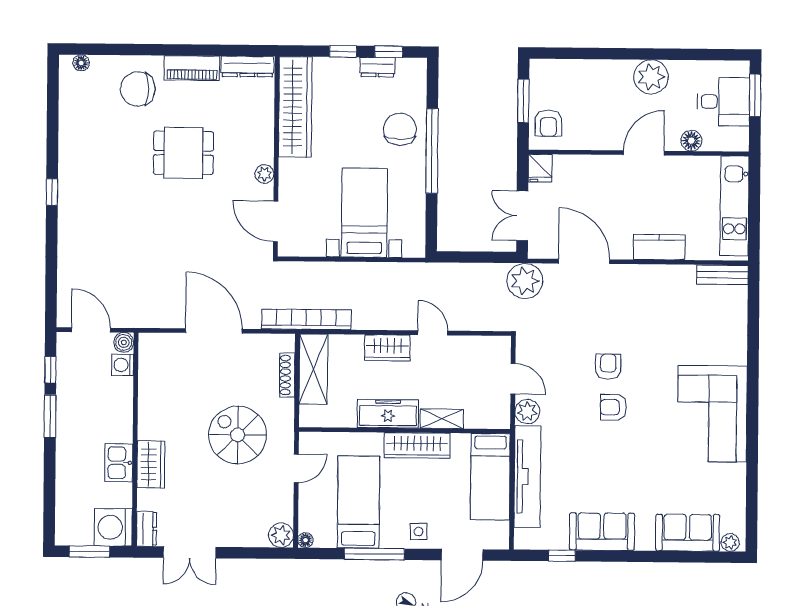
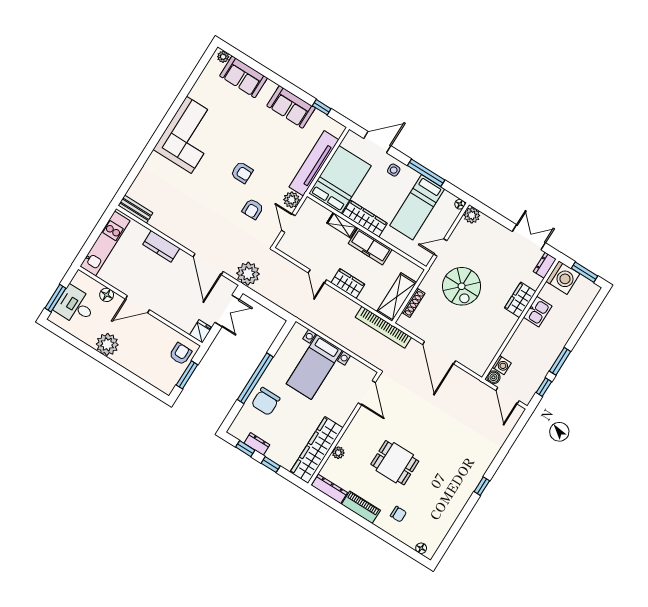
chair: (138, 89) -> (398, 514), width x0.54, depth x0.54
plant: (264, 174) -> (338, 453), moved
armchair: (608, 367) -> (253, 209), moved
bed: (490, 477) -> (340, 179), width x1.50

